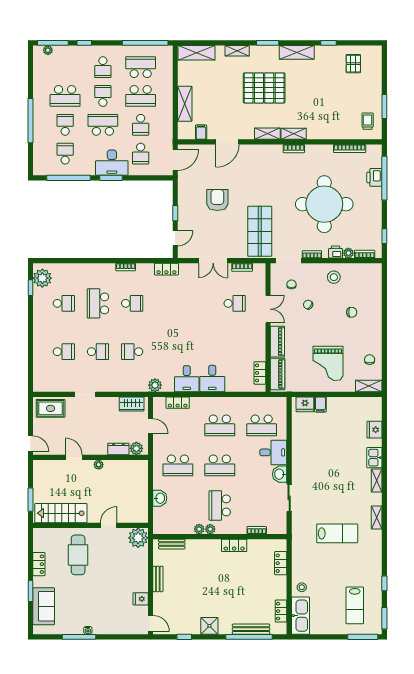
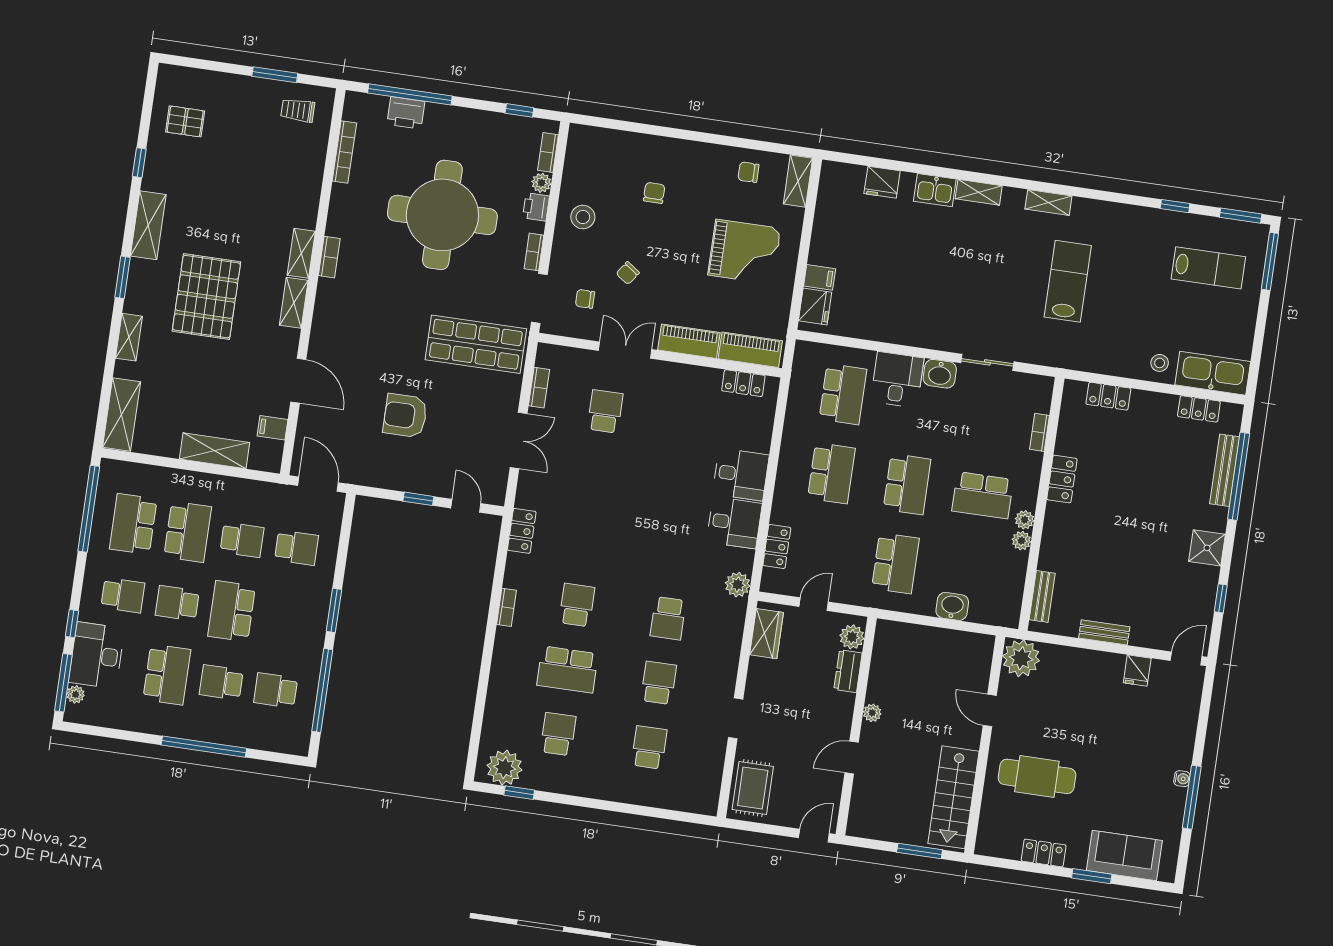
desk: (112, 163) -> (97, 655), moved, turned 180

